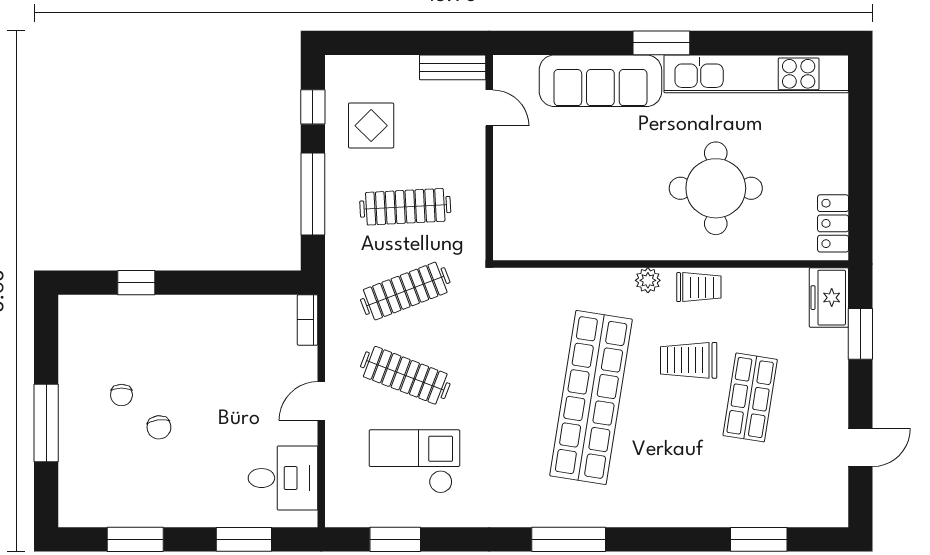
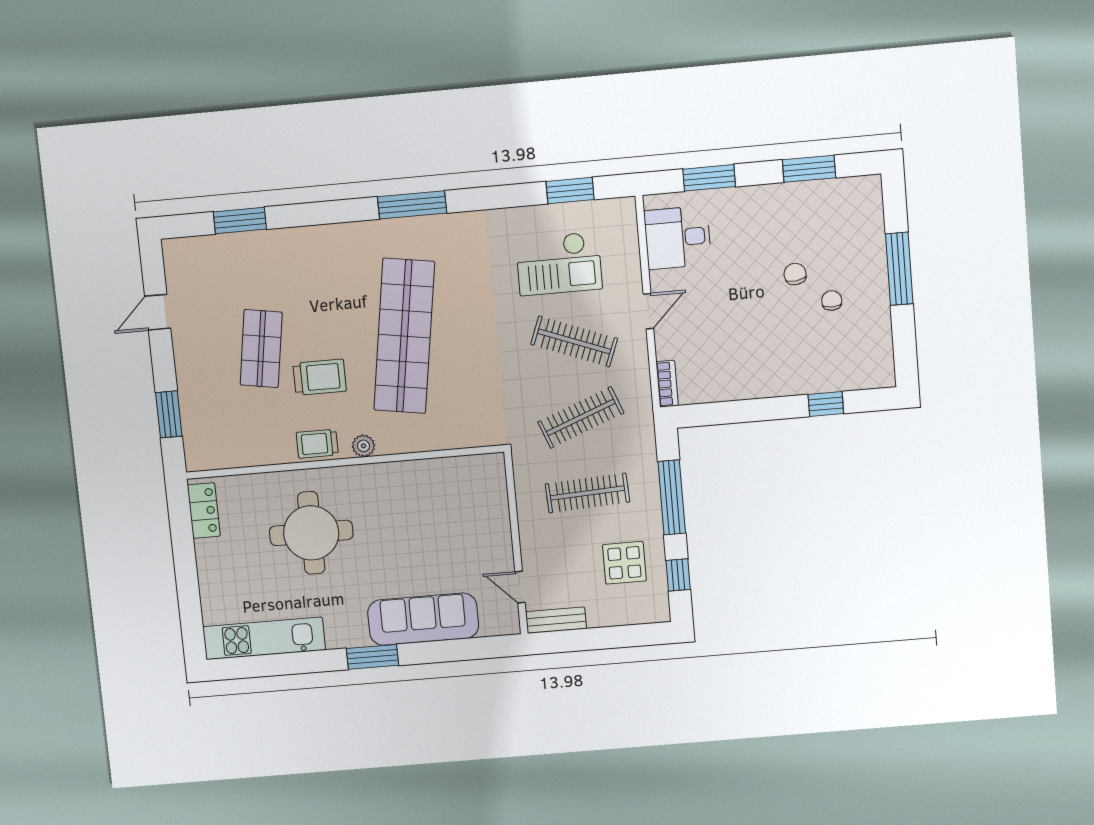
kitchen unit: (756, 74) -> (264, 638), width x0.73
freezer: (829, 298) -> (200, 444), removed

